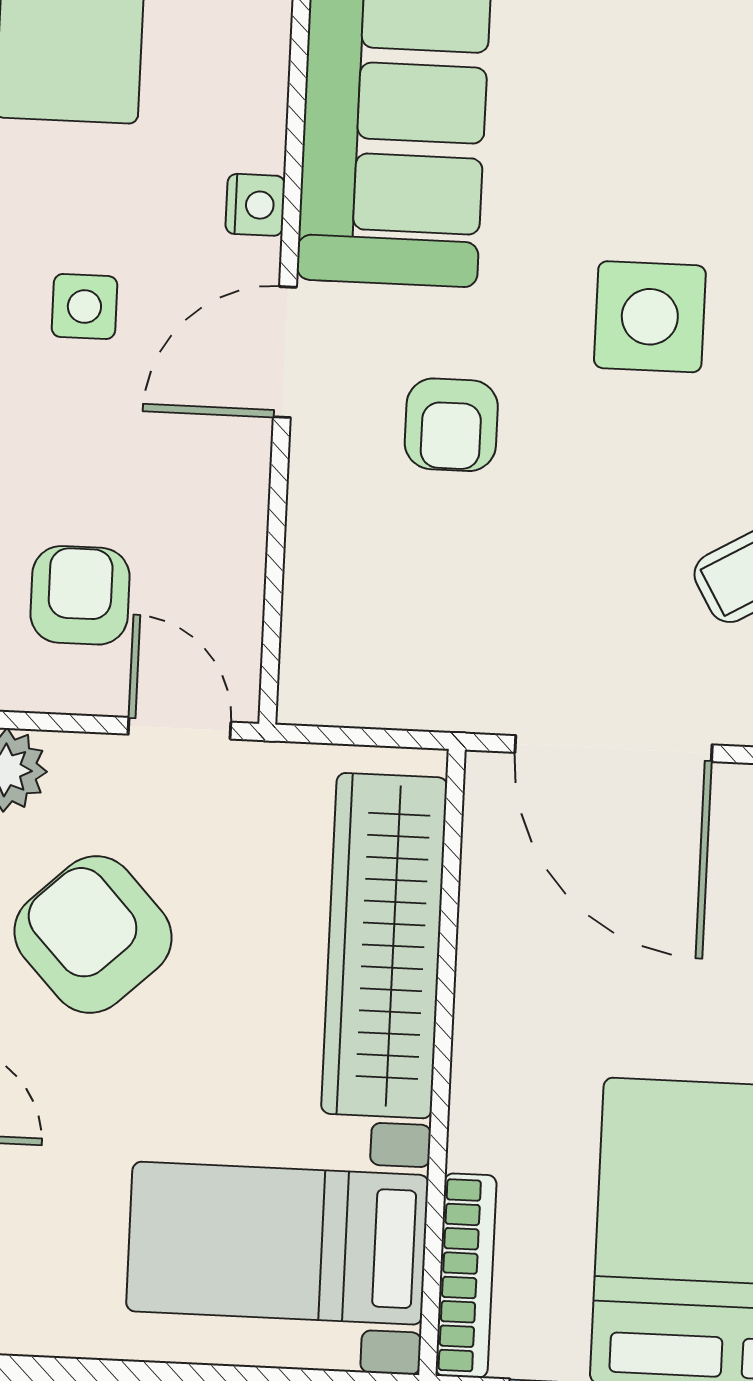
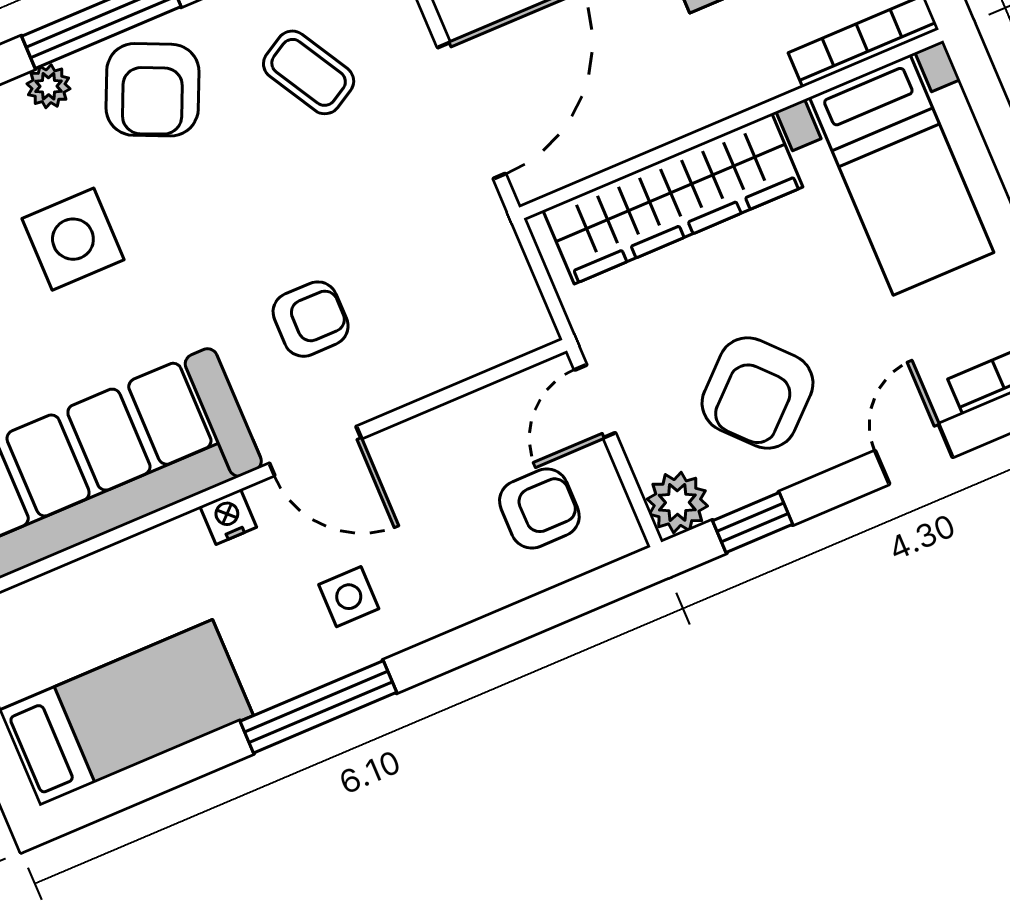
side table: (650, 317) -> (73, 239), moved
armchair: (80, 595) -> (539, 509), turned 180

